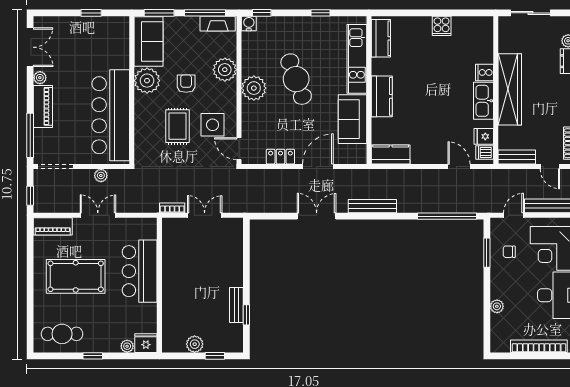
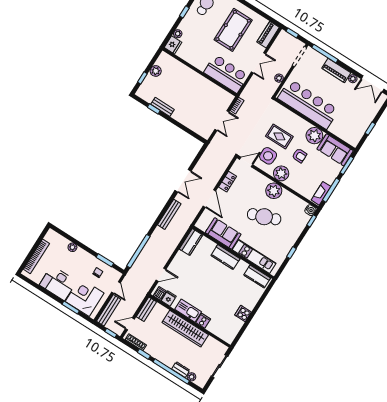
plant: (225, 70) -> (281, 173), moved
bar counter: (140, 271) -> (226, 74), moved

